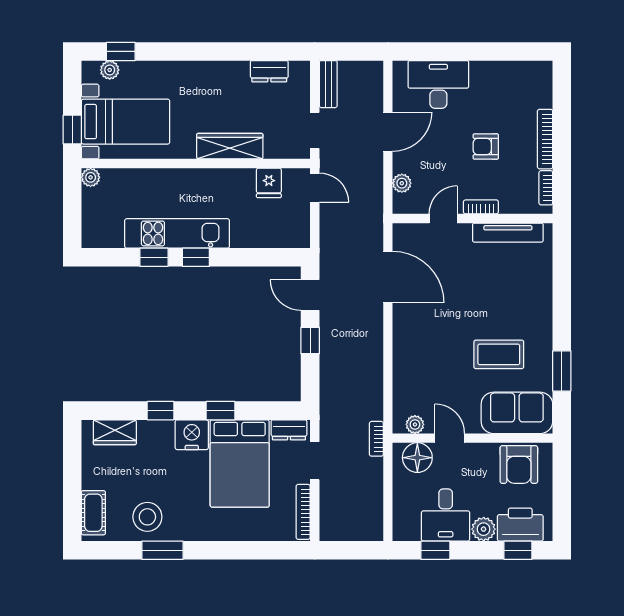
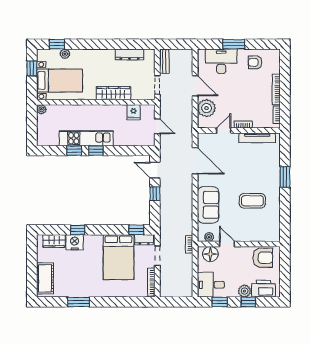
window: (463, 51) -> (234, 44), added
plant: (110, 70) -> (65, 54), moved
dresser: (269, 71) -> (130, 54), width x1.44
window: (72, 130) -> (32, 68), moved
door: (388, 132) -> (195, 86), hinge flipped
armchair: (486, 147) -> (255, 62), moved
plant: (402, 183) -> (207, 108), width x1.87, depth x1.87
door: (315, 188) -> (157, 126), moved
window: (562, 371) -> (285, 177), moved
window: (220, 411) -> (136, 230), moved
sofa: (517, 413) -> (208, 205), moved, turned 90
nightstand: (192, 435) -> (75, 242), moved
armchair: (519, 465) -> (263, 258), turned -90
cot: (93, 513) -> (45, 278), width x1.37, depth x1.34
desk: (446, 515) -> (211, 285), moved, turned 90
stool: (147, 517) -> (71, 285), removed
window: (518, 550) -> (248, 302), moved

